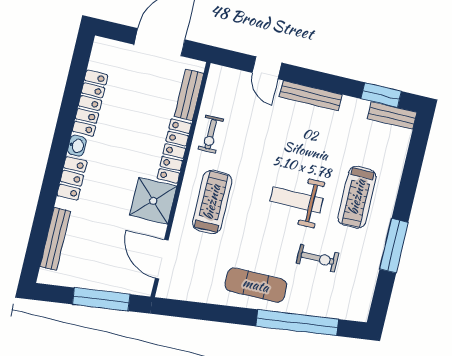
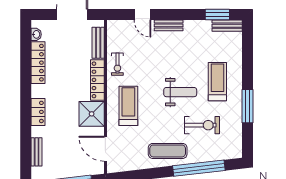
bench: (311, 96) -> (169, 25), width x0.73
washbasin: (77, 146) -> (36, 34), moved
treadmill: (357, 197) -> (217, 82), turned 180
weight bench: (296, 200) -> (180, 92), turned 180
bench: (55, 239) -> (37, 152), width x0.73
exercise bike: (318, 258) -> (202, 125), width x1.38, depth x1.39

